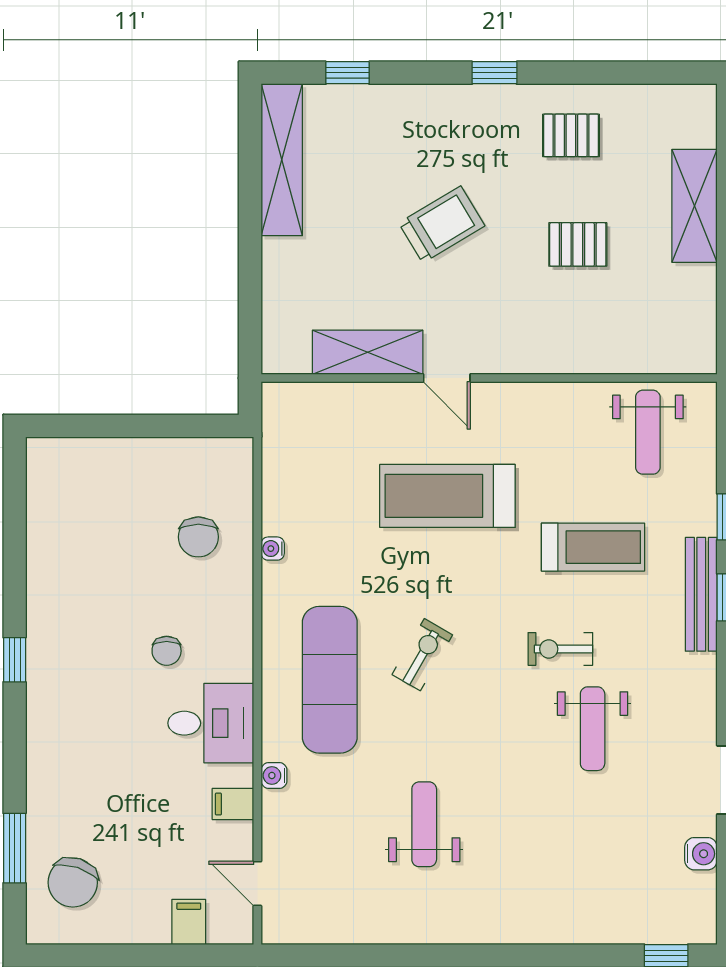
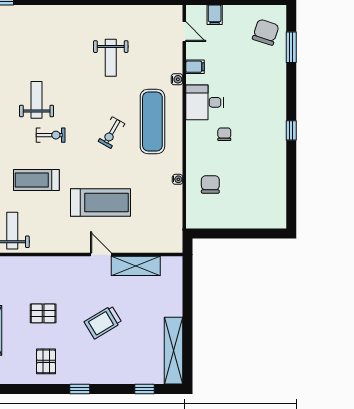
pallet: (571, 135) -> (46, 361), turned 90

